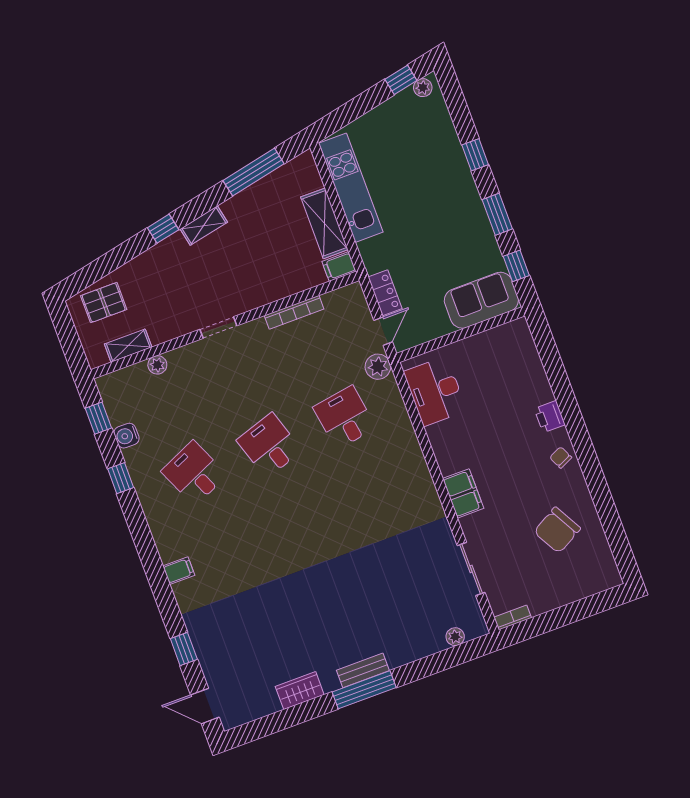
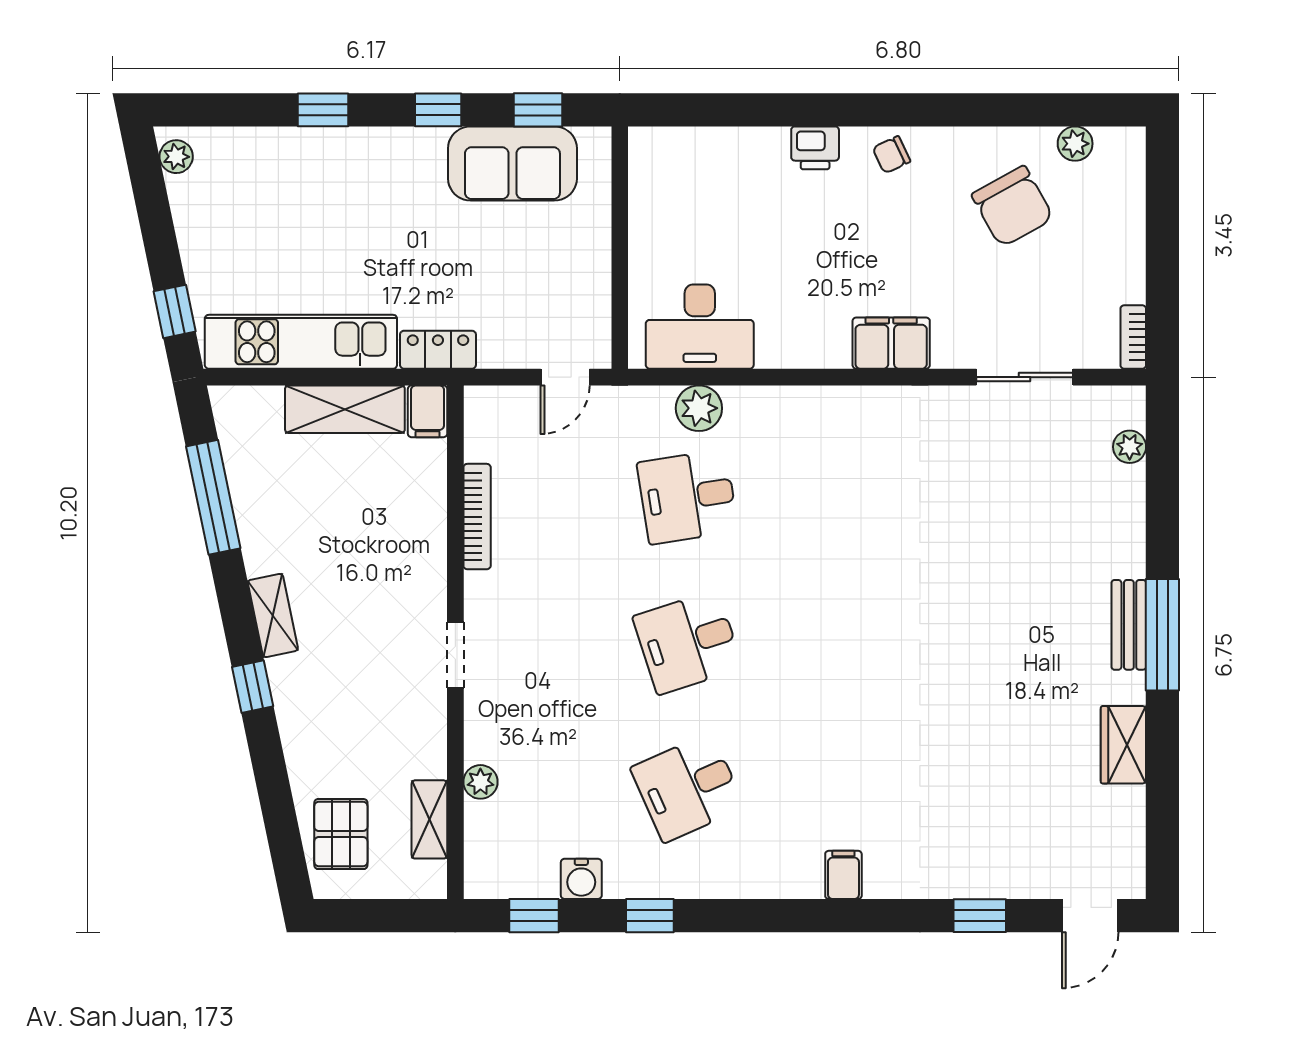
window: (401, 80) -> (175, 311), moved
window: (497, 214) -> (438, 110), width x0.67
locker: (385, 293) -> (438, 350), moved
sofa: (481, 300) -> (512, 163), moved, turned -90
door: (383, 331) -> (565, 377), swing flipped
plant: (378, 367) -> (699, 408), moved
plant: (602, 550) -> (1075, 144), added

